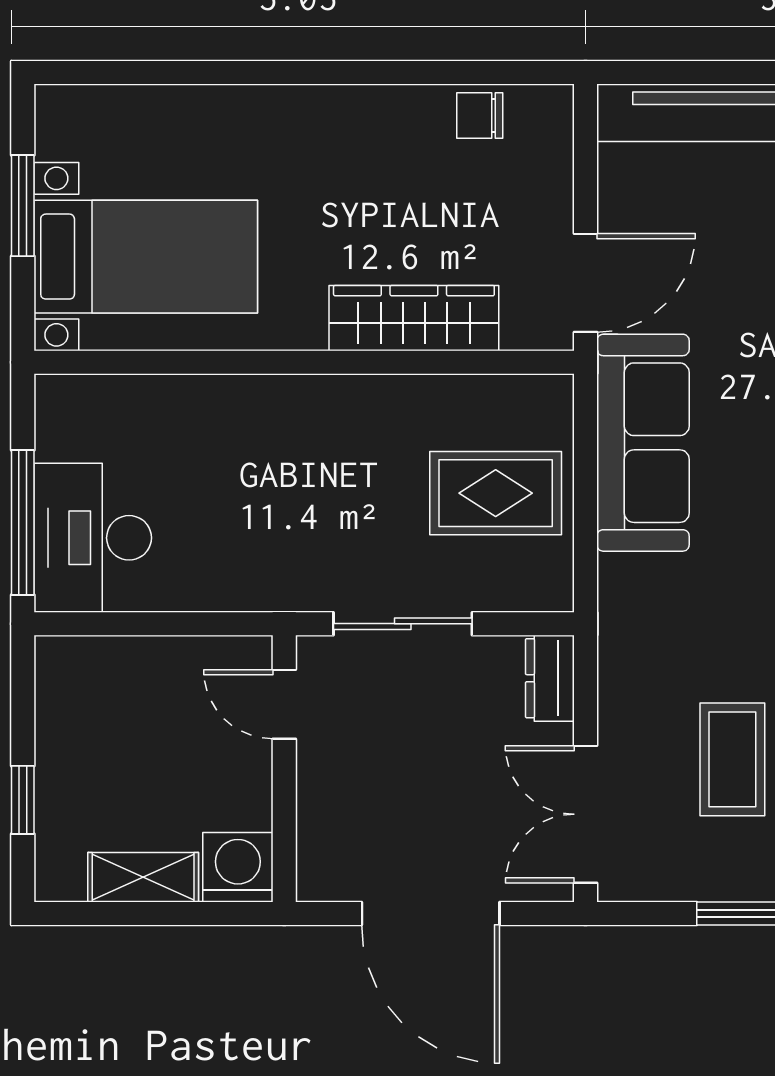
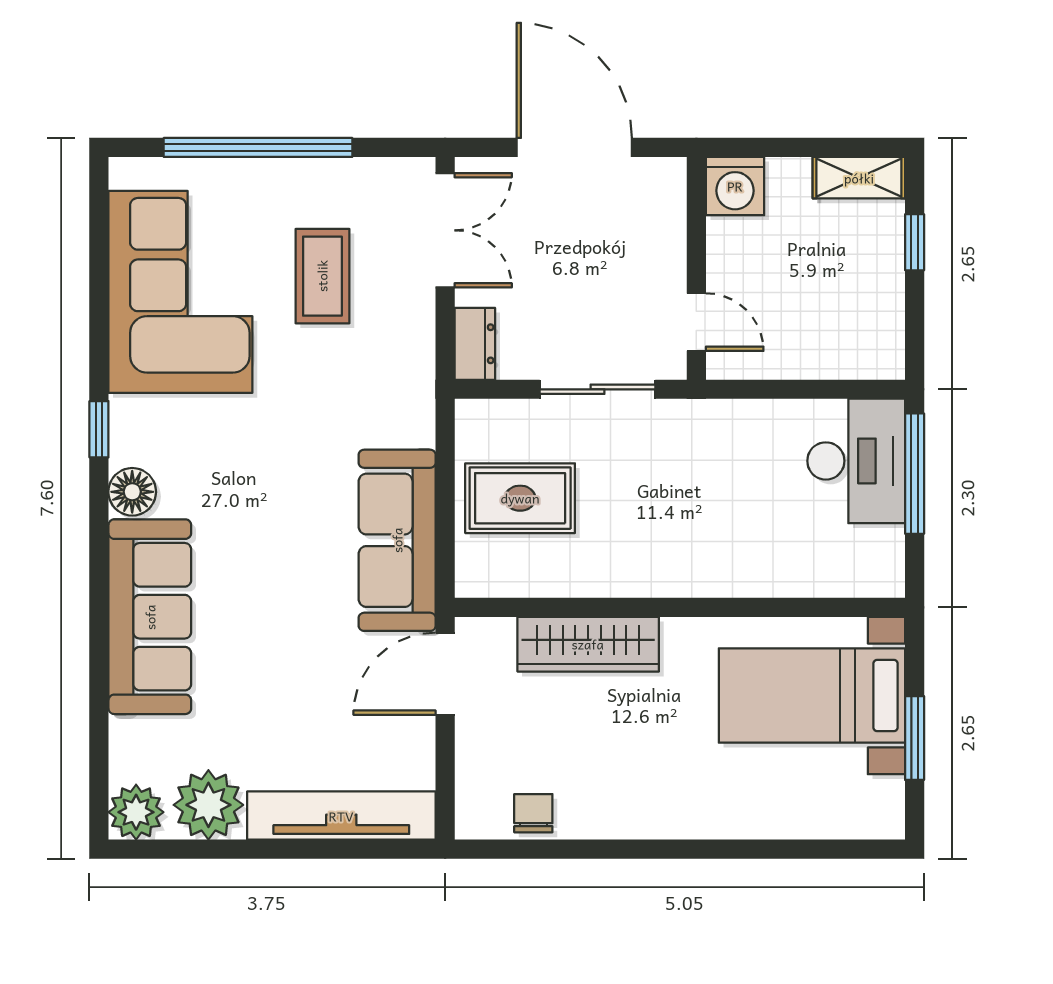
chair: (480, 116) -> (533, 813), turned -90
shelving: (143, 877) -> (859, 178), moved

